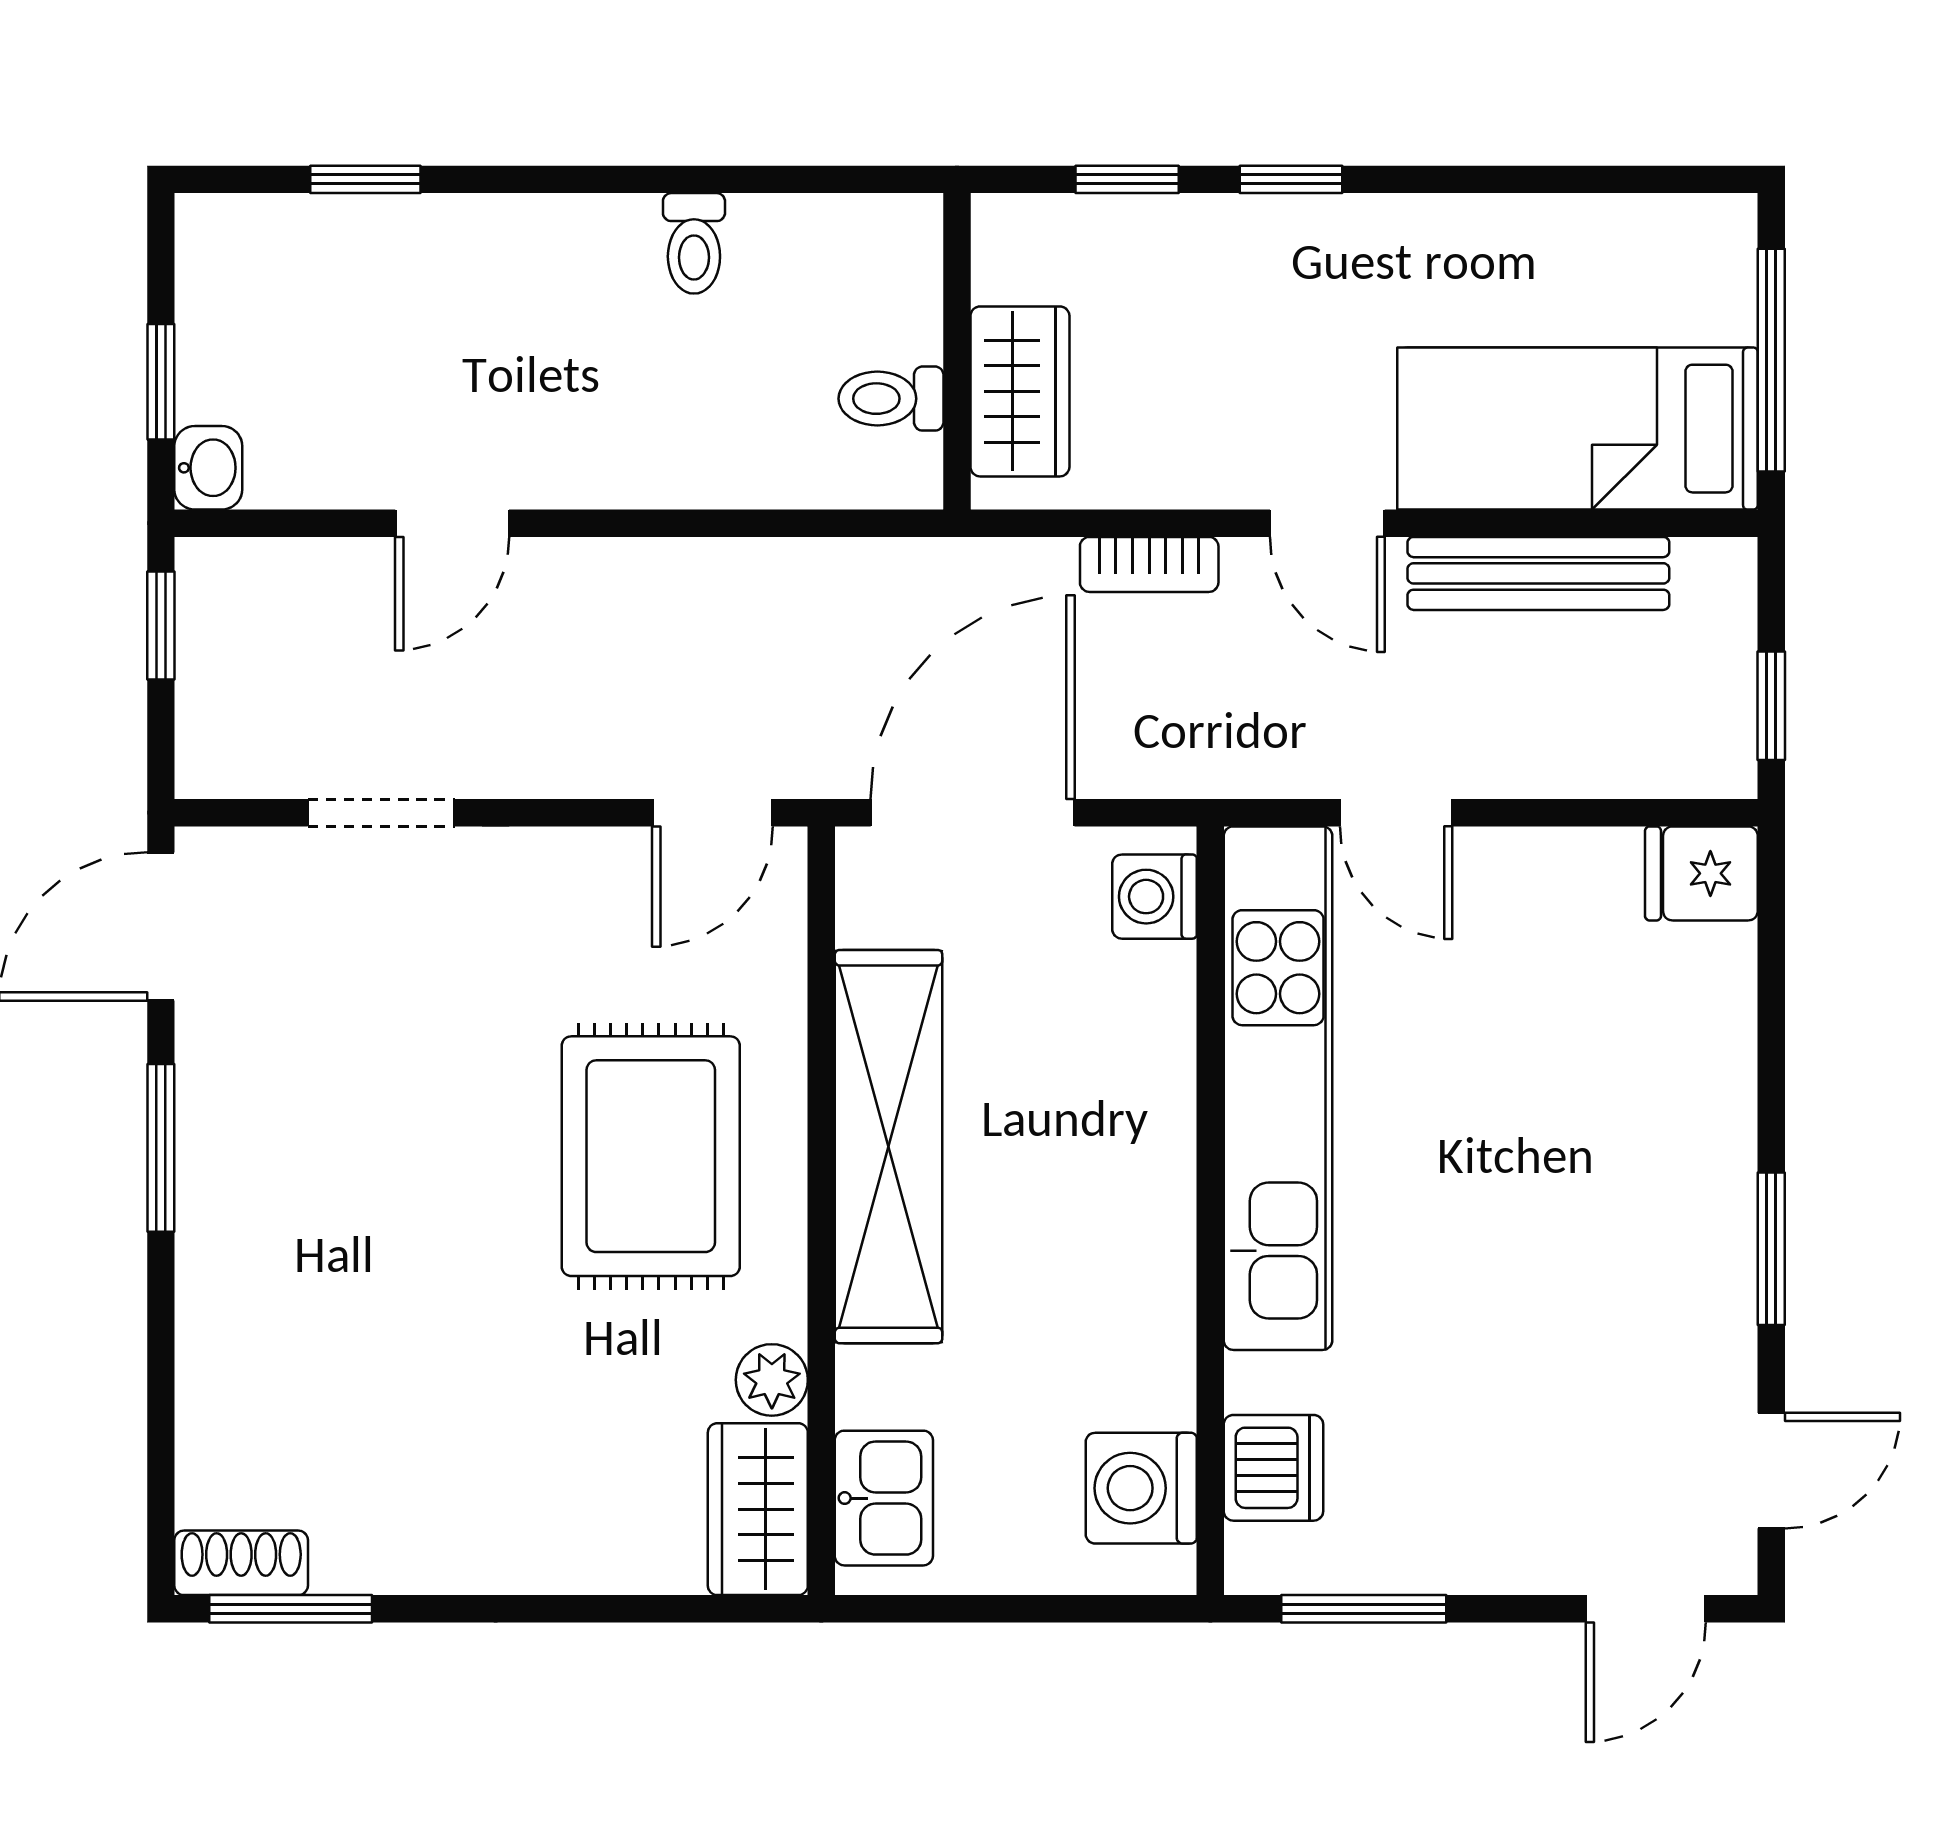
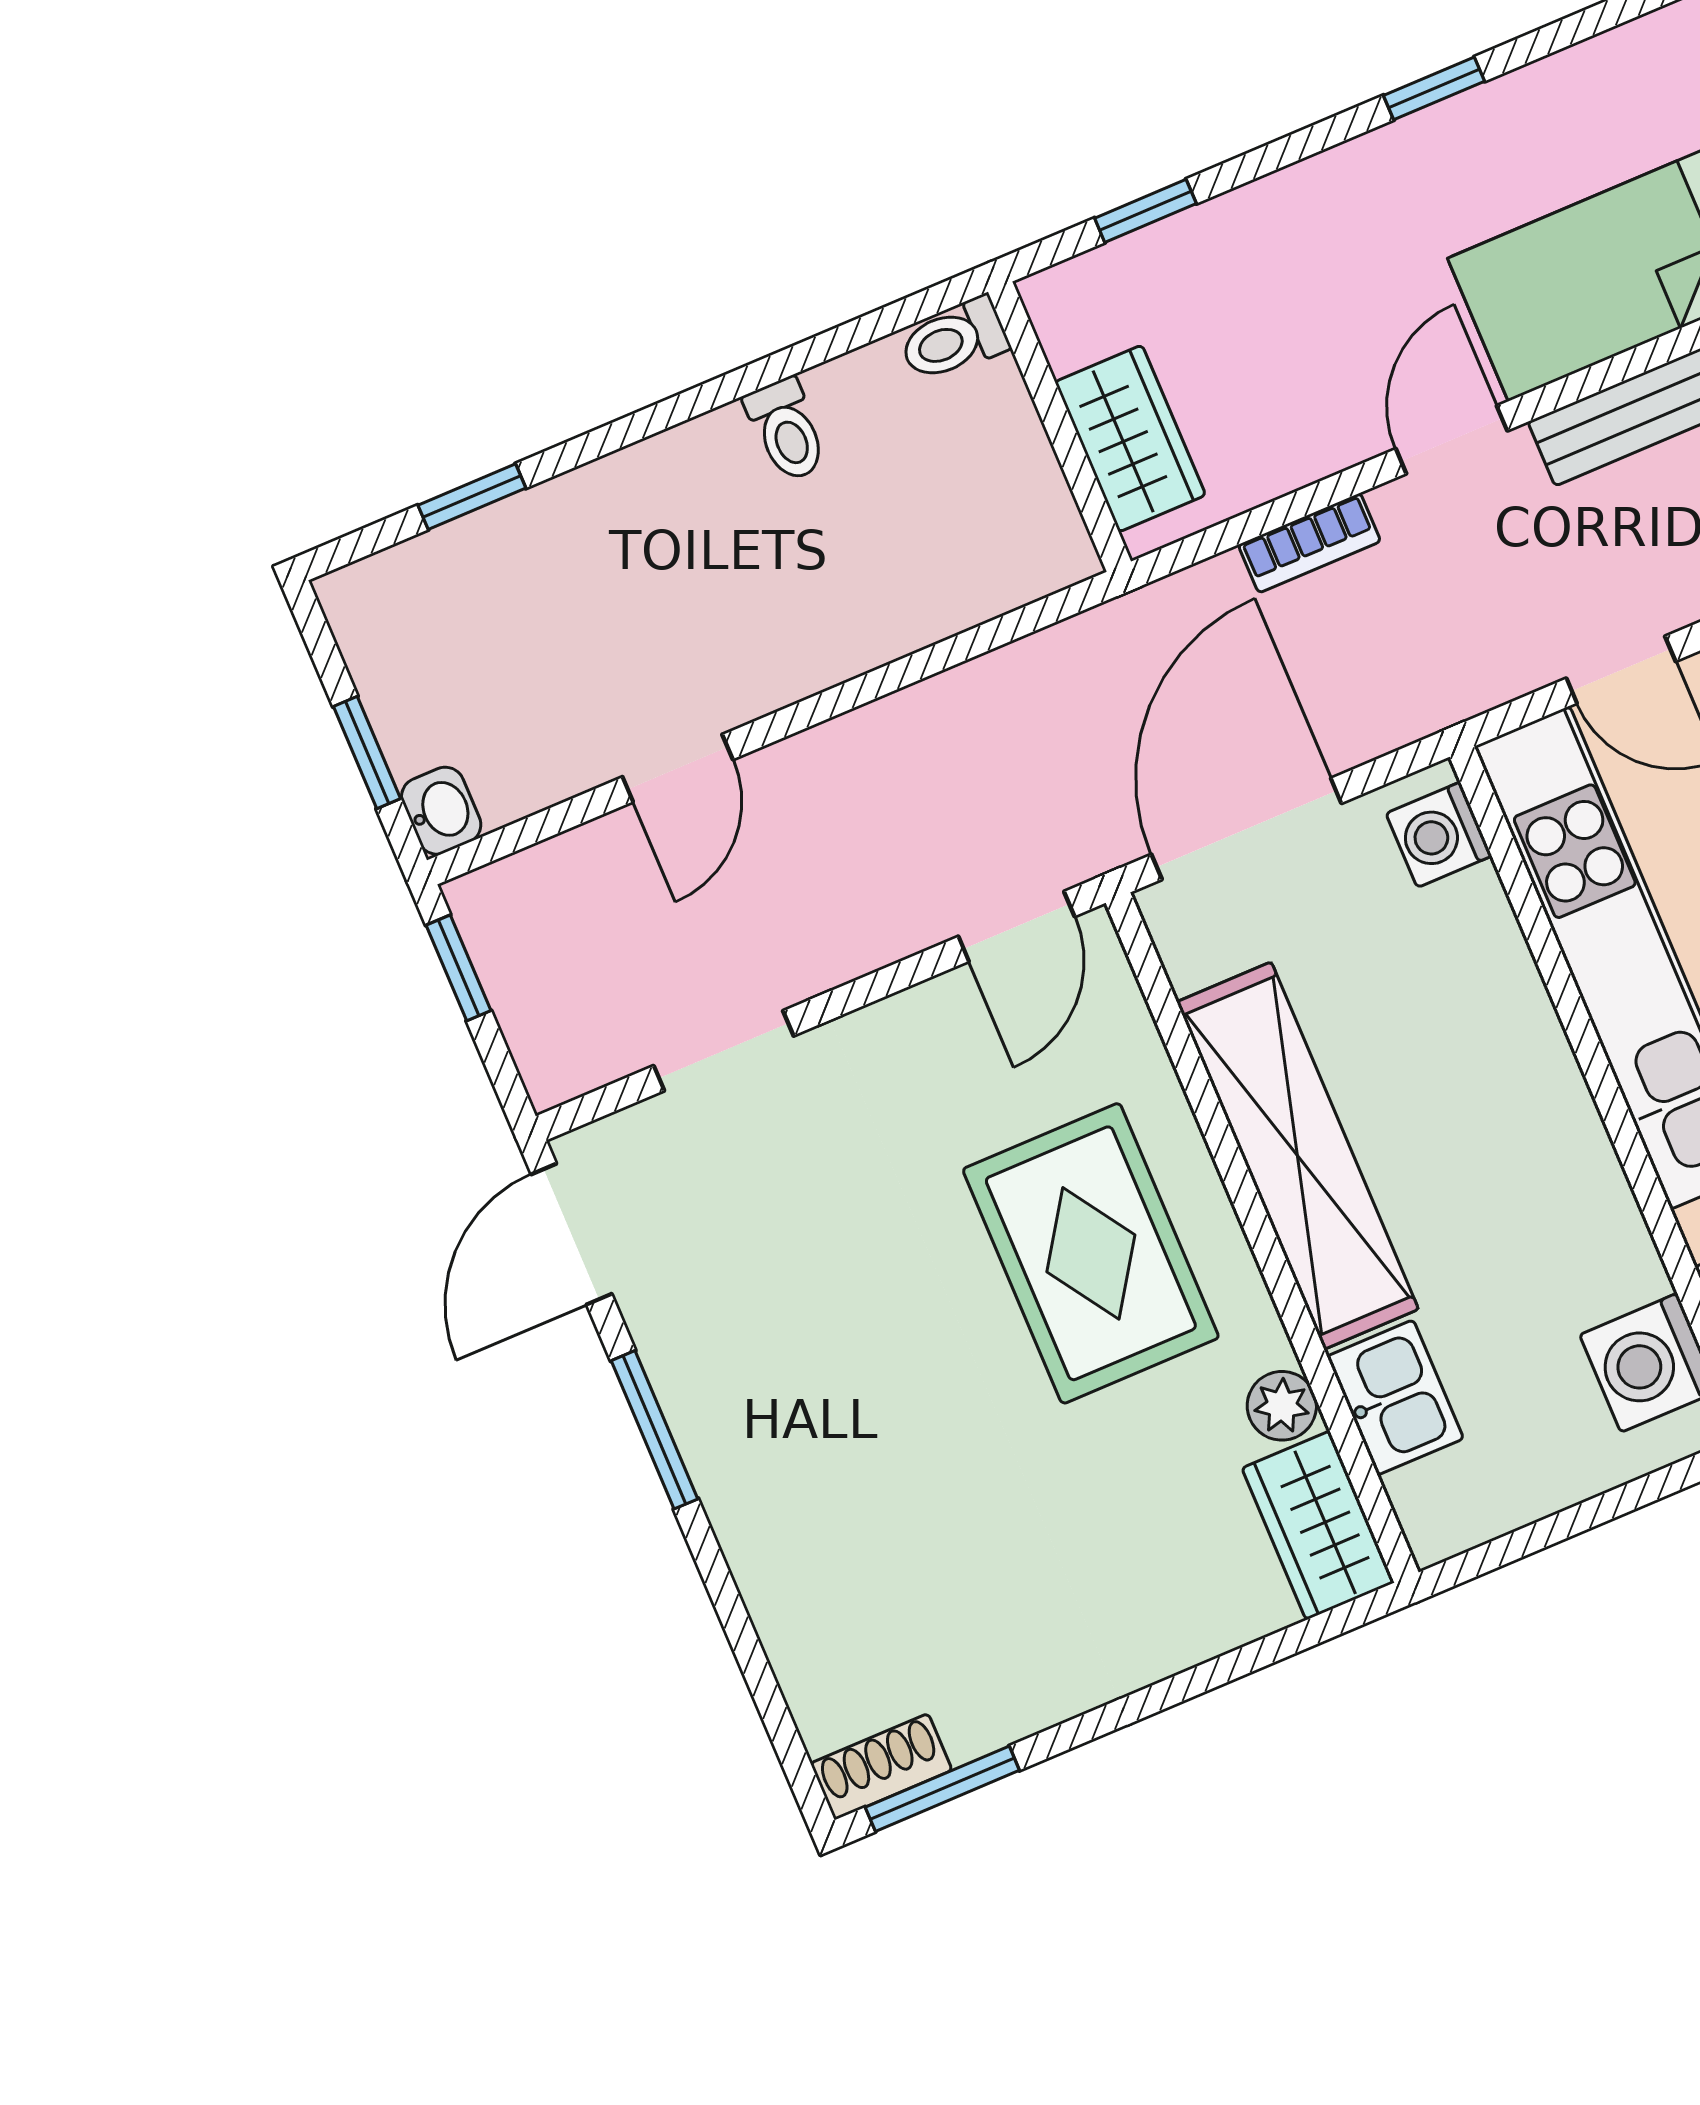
window: (1291, 179) -> (1434, 88), moved
toilet: (891, 399) -> (954, 340), moved
door: (1327, 523) -> (1452, 440), swing flipped
kitchen sink: (884, 1498) -> (1395, 1397), moved

